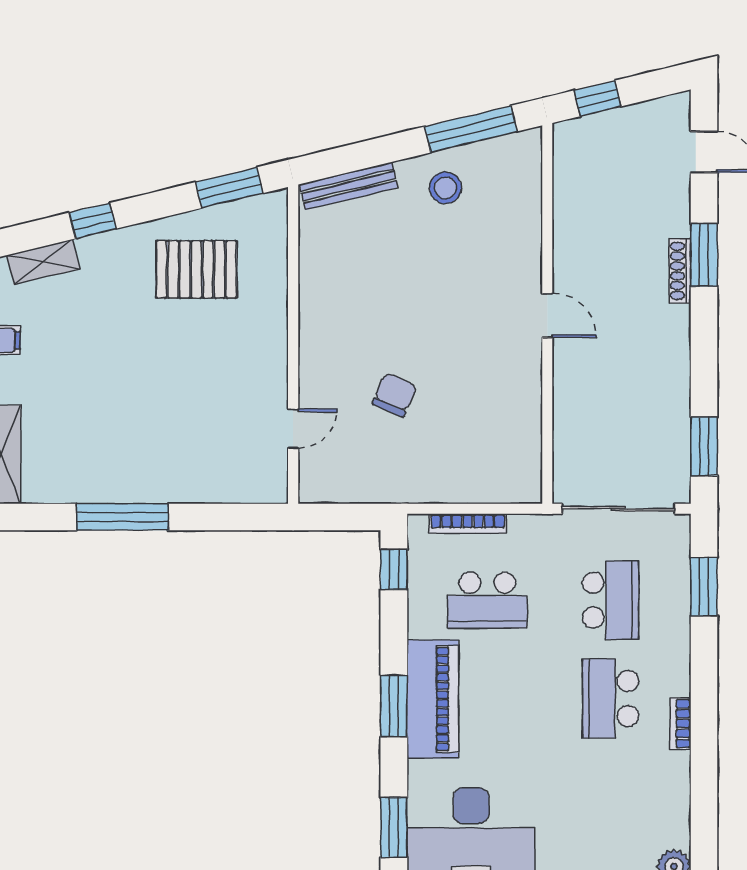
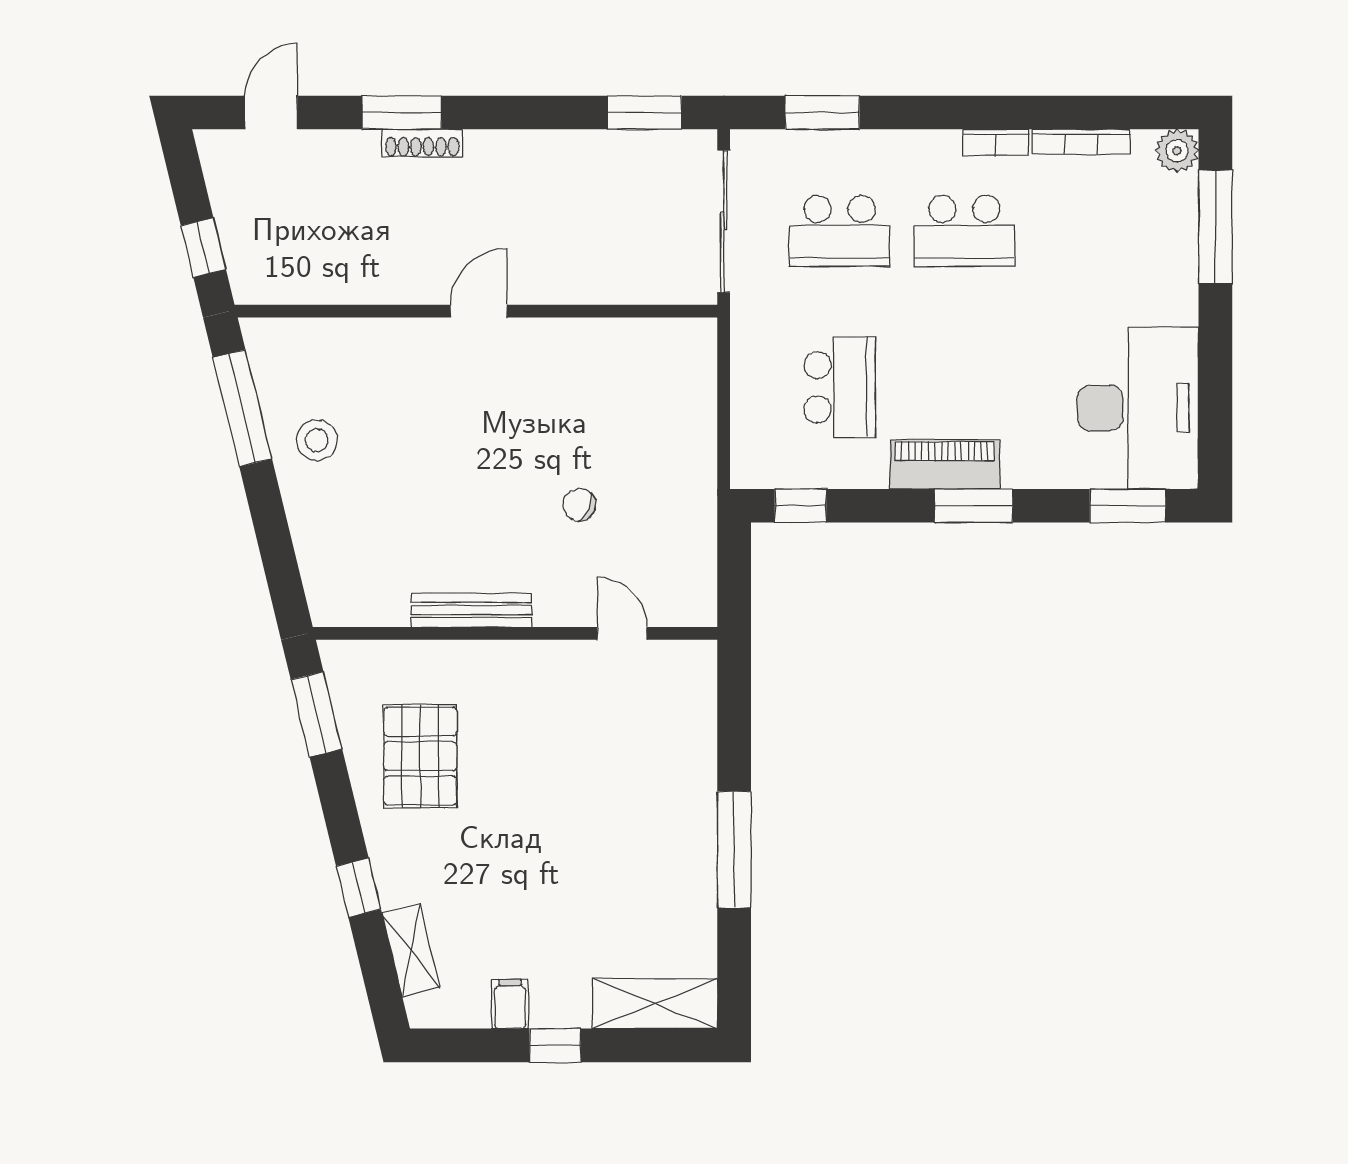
bench: (349, 186) -> (471, 610), moved, turned -76
chair: (395, 395) -> (579, 505), width x0.73, depth x0.73
bookcase: (468, 524) -> (1081, 142), moved, turned 90
school desk: (611, 600) -> (840, 231), turned 180
piano: (433, 699) -> (945, 464), width x0.73, depth x0.75

